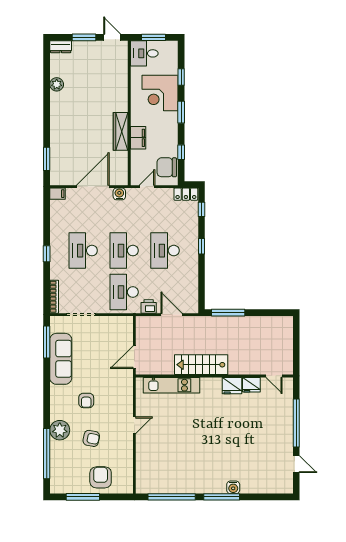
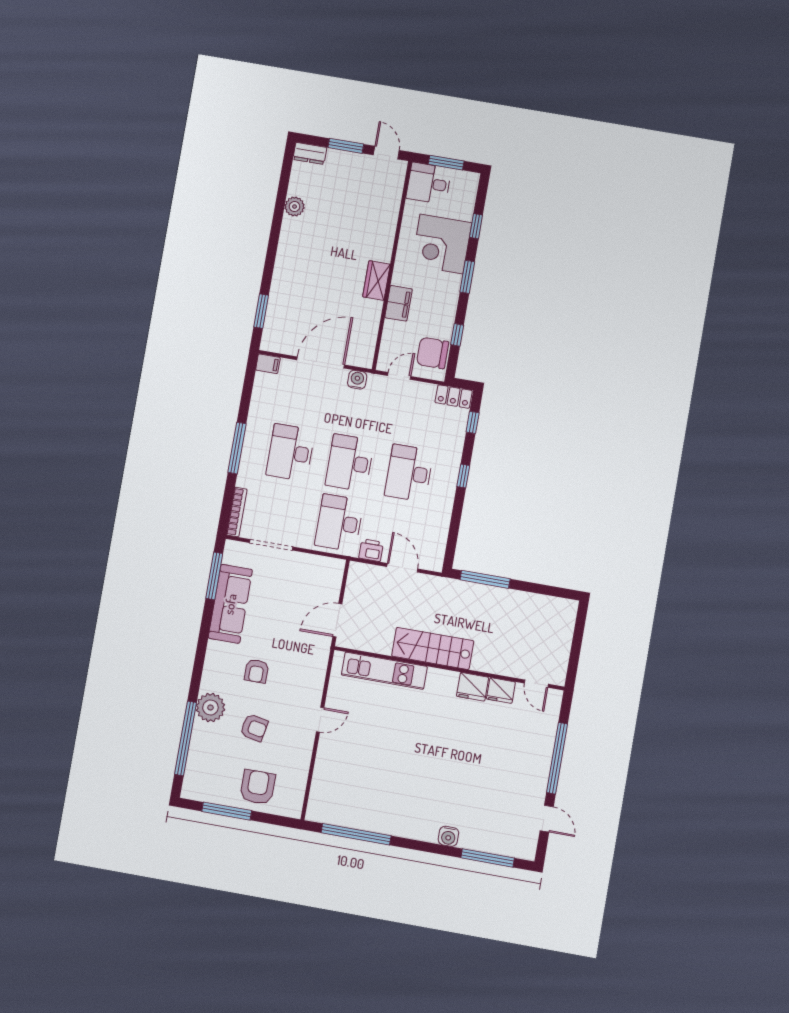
wardrobe: (121, 131) -> (376, 280), width x0.67
window: (47, 254) -> (237, 448), width x2.17
window: (222, 497) -> (488, 858), moved

